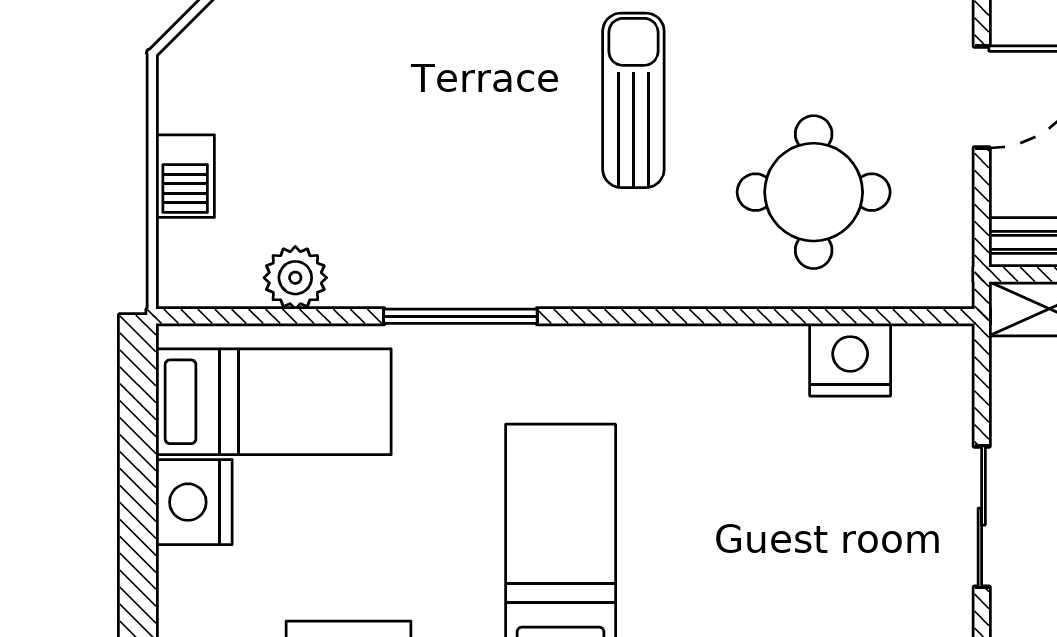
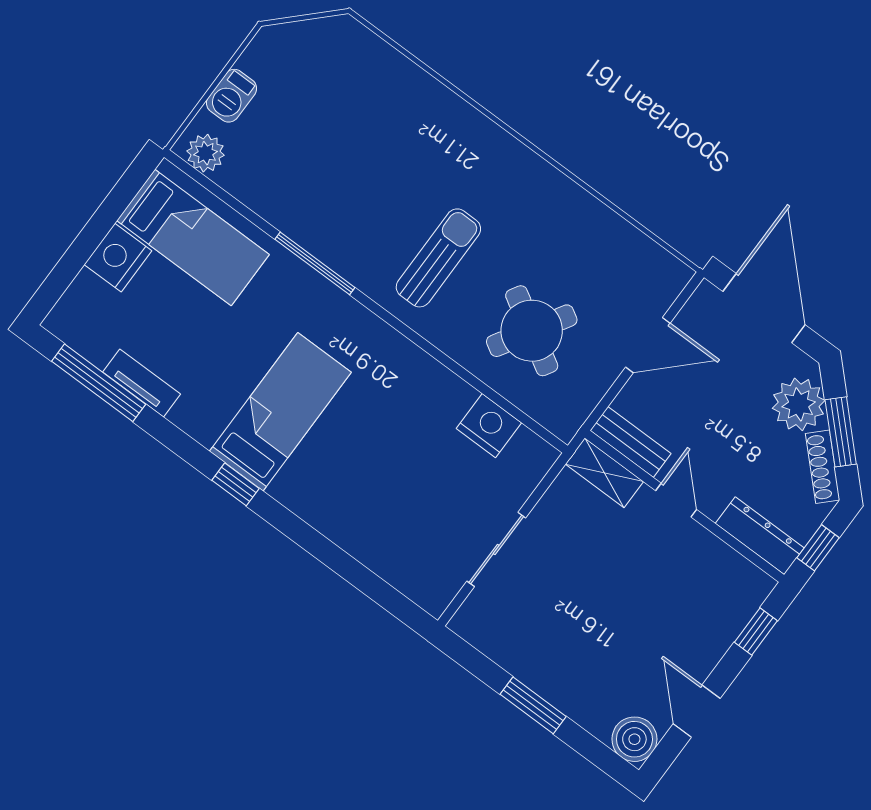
sun lounger: (633, 100) -> (438, 258), moved
round table: (814, 192) -> (532, 331), turned 31
plant: (295, 278) -> (206, 153), moved

